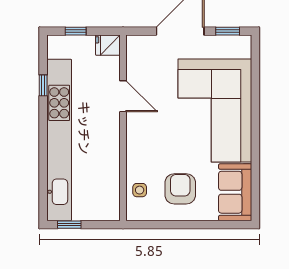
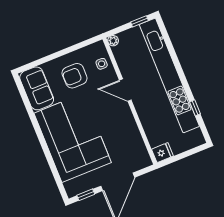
window: (76, 31) -> (188, 153), removed
door: (123, 96) -> (125, 90), moved
armchair: (180, 189) -> (75, 76), turned 90
plant: (113, 214) -> (113, 41), added

